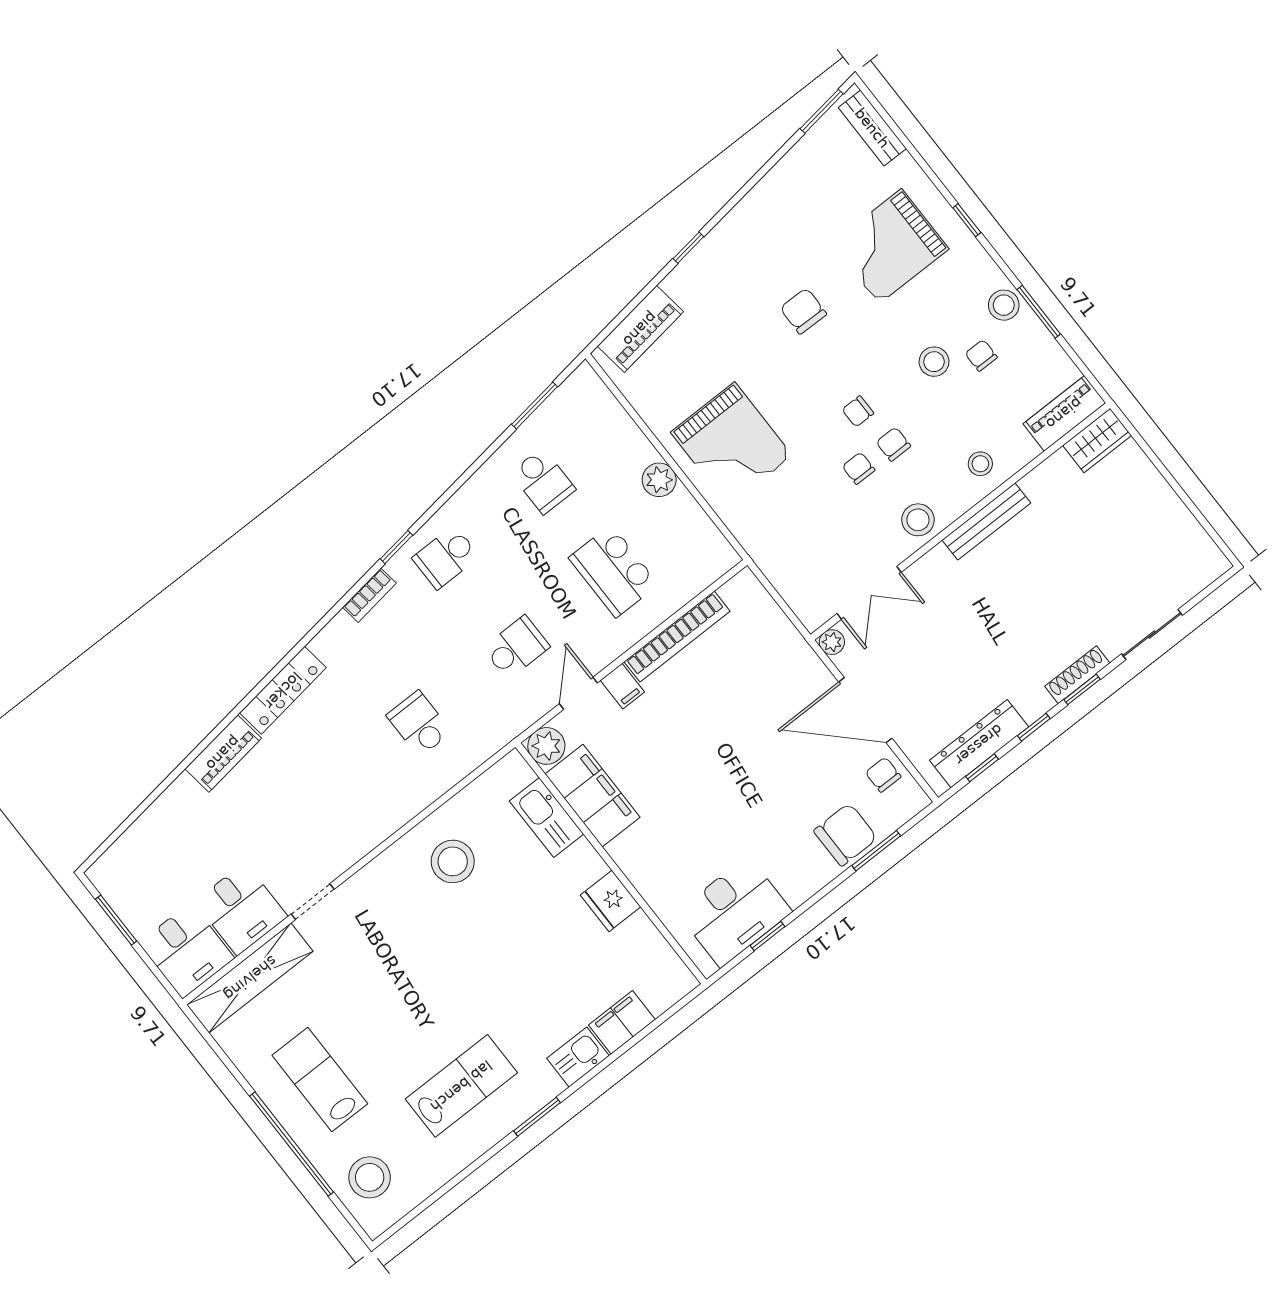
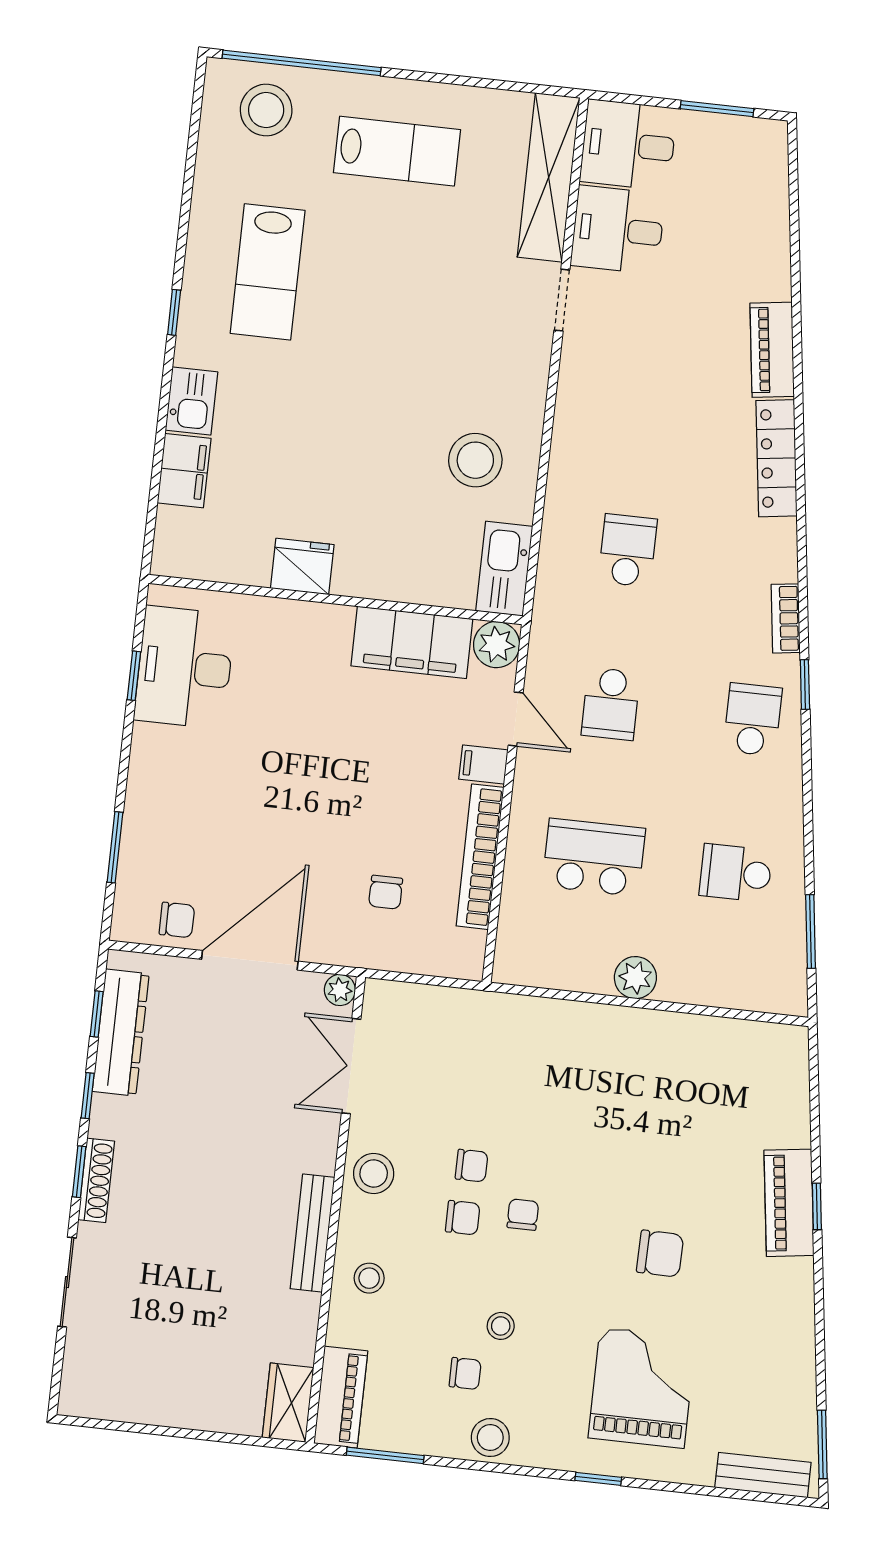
window: (1039, 312) -> (385, 1455), moved
piano: (640, 329) -> (789, 1203), moved
stool: (934, 362) -> (501, 1326), width x0.73, depth x0.73
grand piano: (732, 444) -> (604, 1073), removed
school desk: (419, 724) -> (628, 550), turned -90
kitchen sink: (547, 818) -> (504, 569), moved, turned -90
chair: (845, 835) -> (386, 892), moved, width x0.54, depth x0.54
window: (537, 1117) -> (174, 312), width x0.67
window: (292, 1144) -> (302, 63), moved

